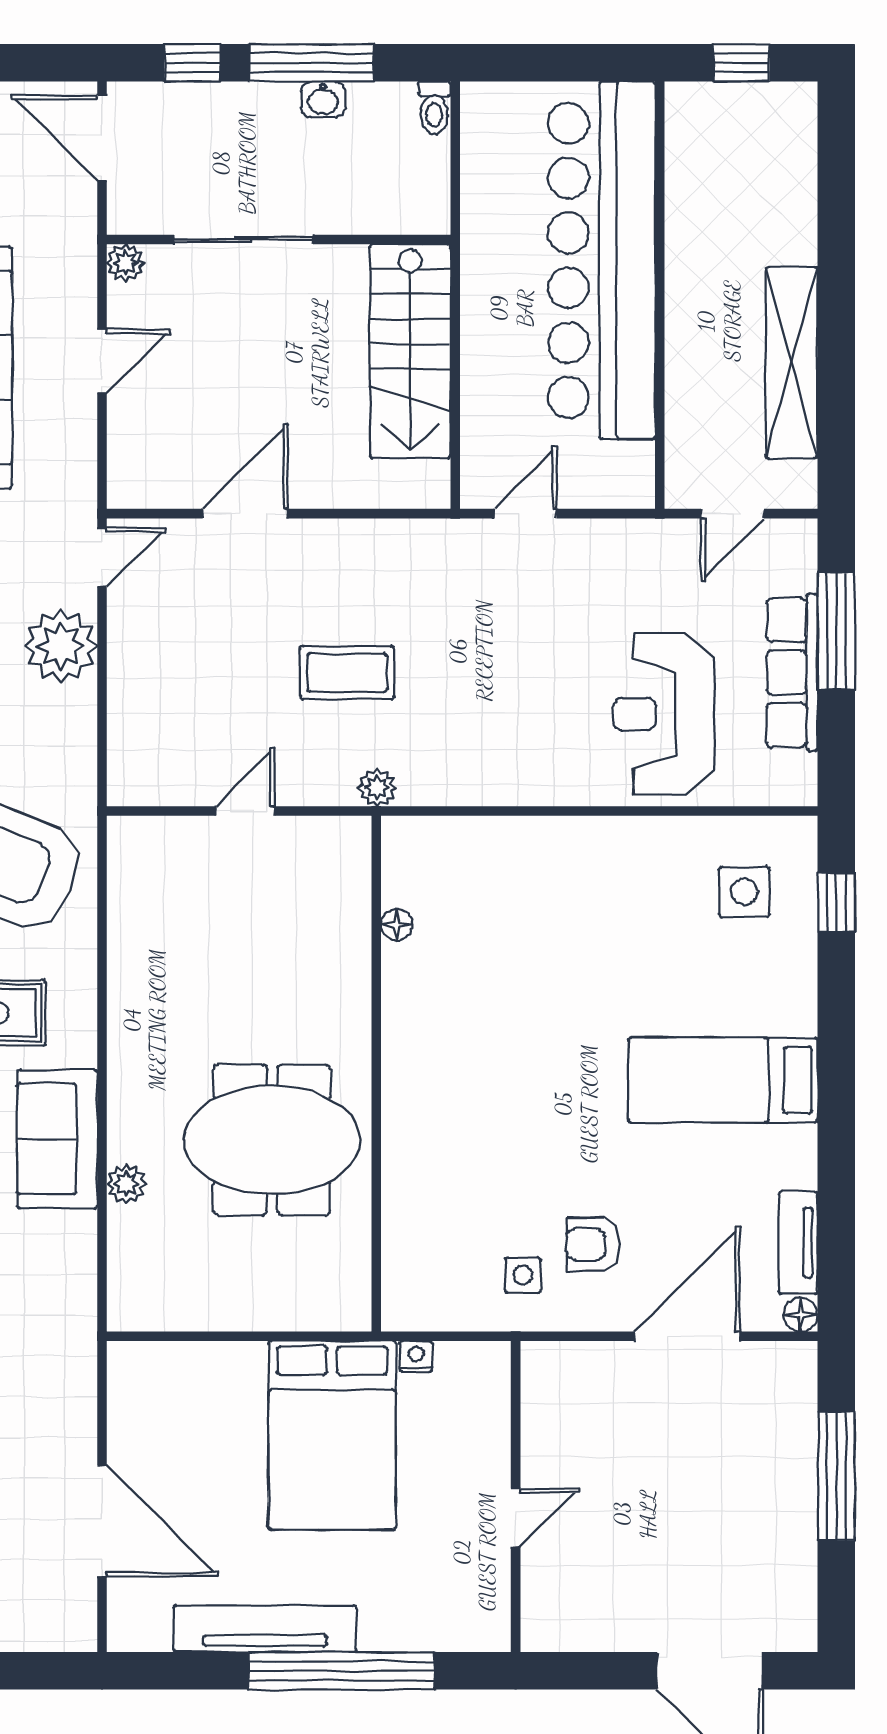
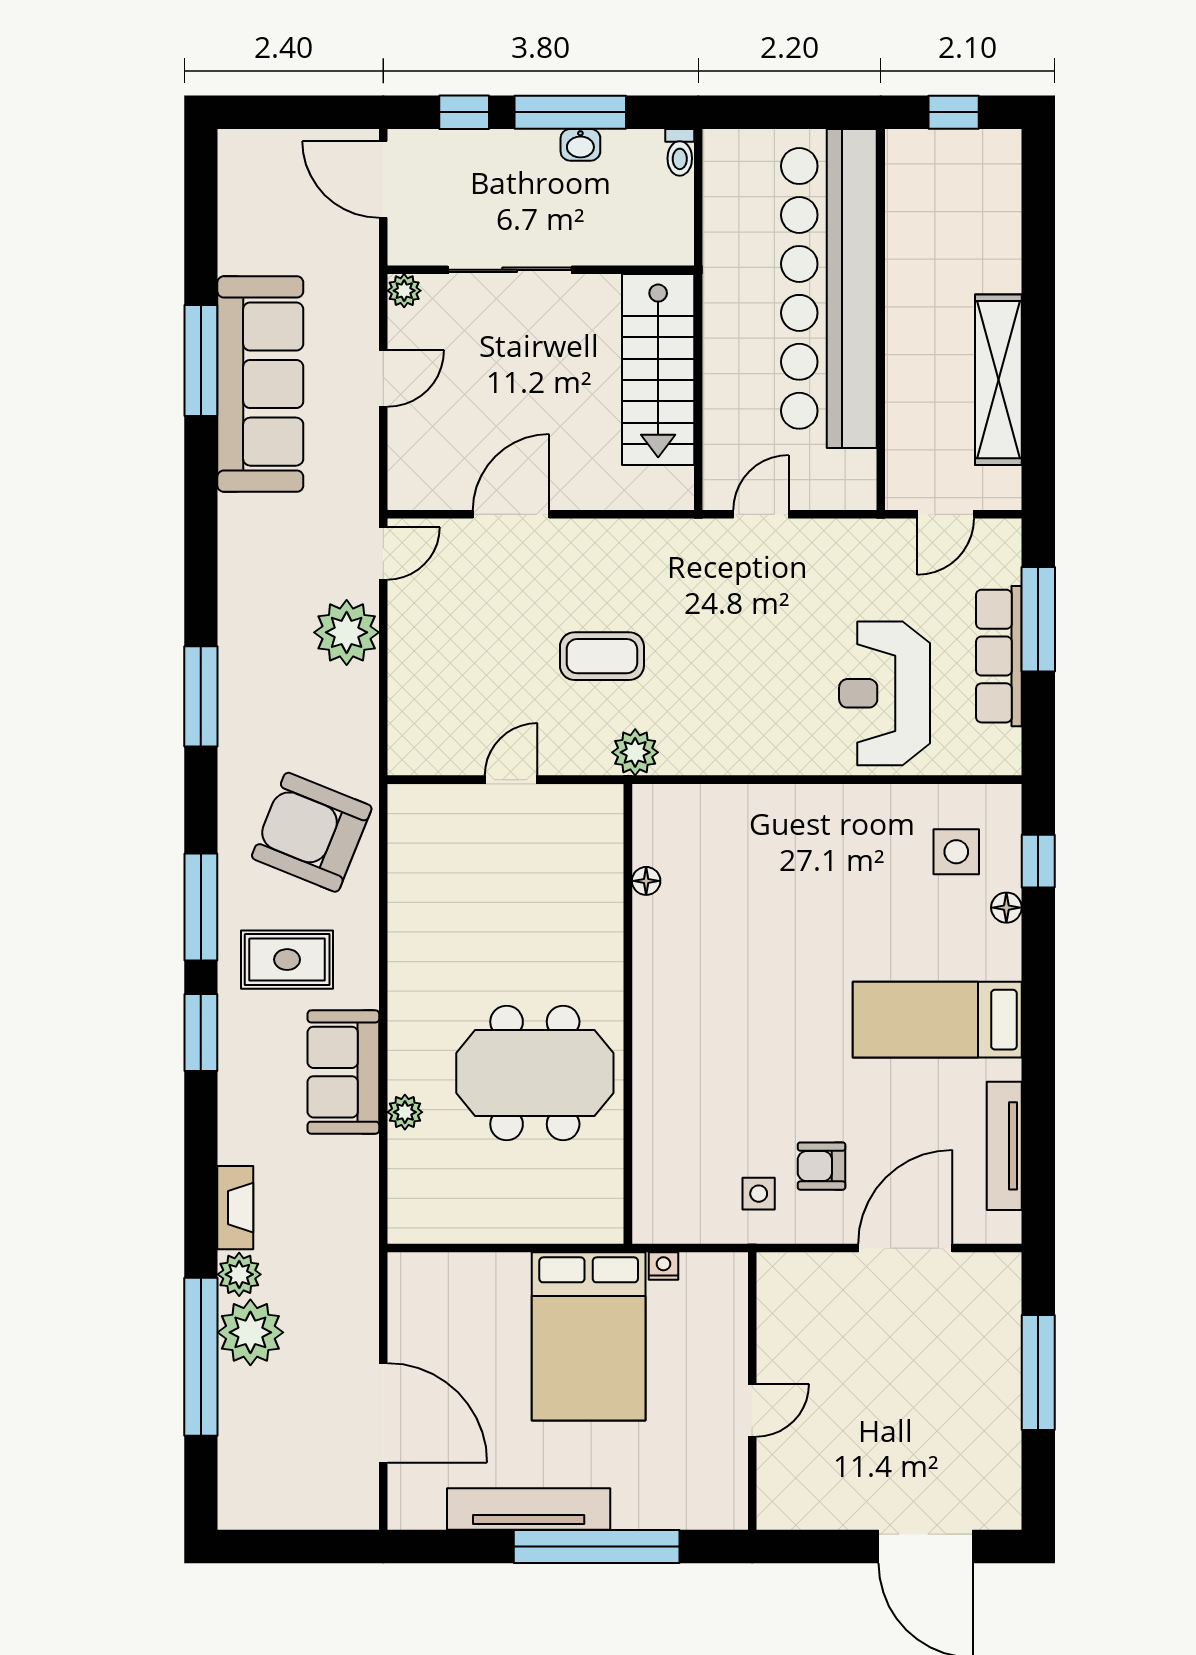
plant: (377, 788) -> (635, 752), width x1.38, depth x1.38
tv unit: (798, 1243) -> (1004, 1146), width x1.41
floor lamp: (801, 1314) -> (1006, 908), moved

